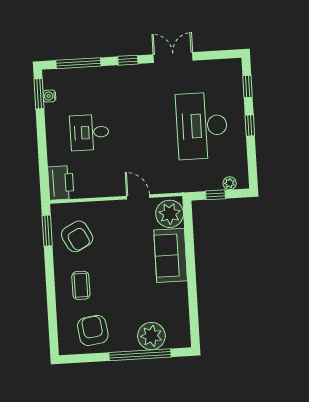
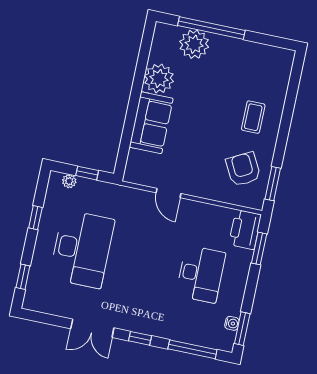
window: (250, 126) -> (35, 218), moved
desk: (89, 132) -> (201, 274), width x1.37
window: (44, 170) -> (259, 248), added
plant: (170, 214) -> (159, 78), moved
armchair: (93, 330) -> (254, 67), removed

